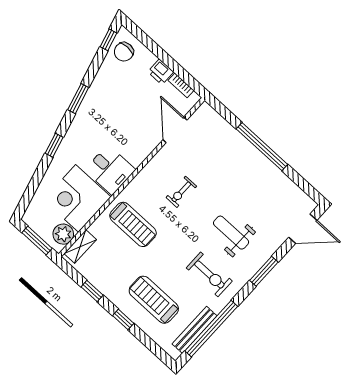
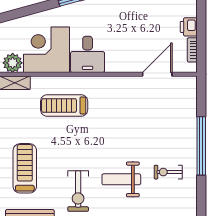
exercise bike: (181, 192) -> (168, 172), moved
treadmill: (133, 224) -> (64, 105), turned 90
weight bench: (231, 233) -> (121, 179), turned -90

